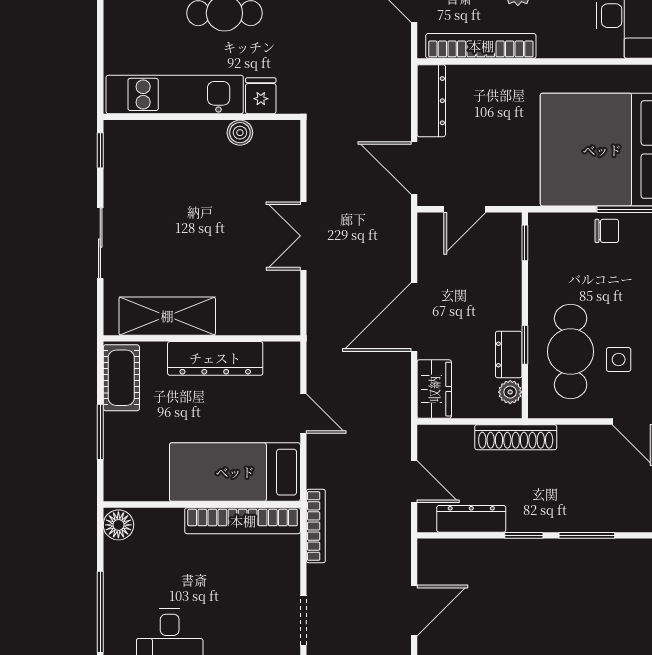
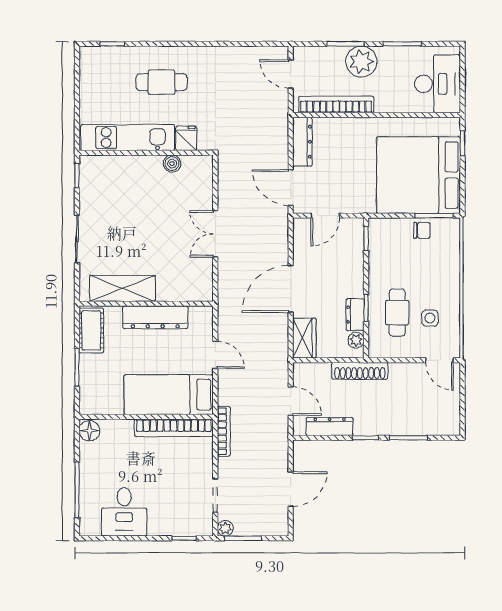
cafe table: (571, 351) -> (397, 313), width x0.73, depth x0.74

